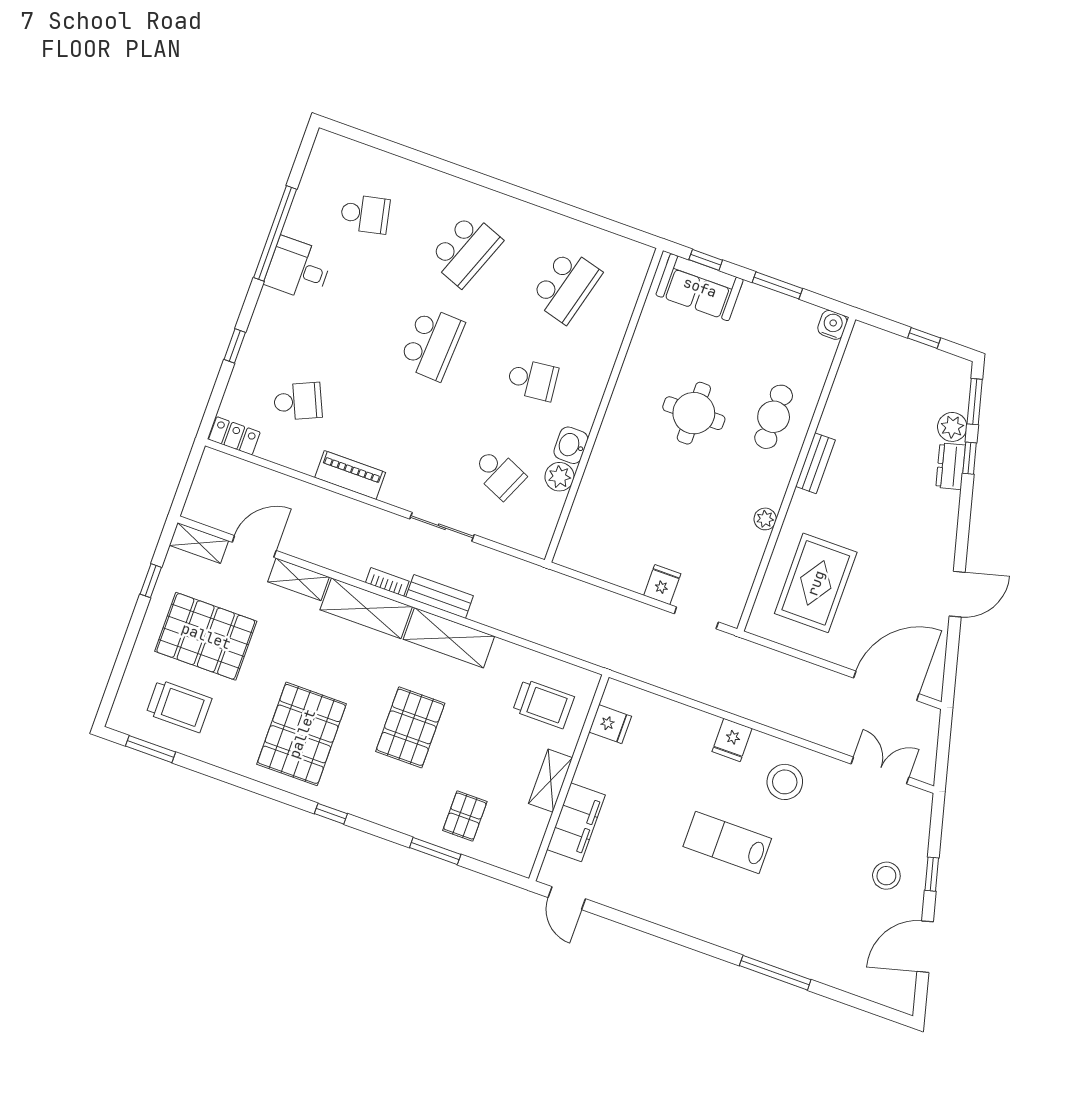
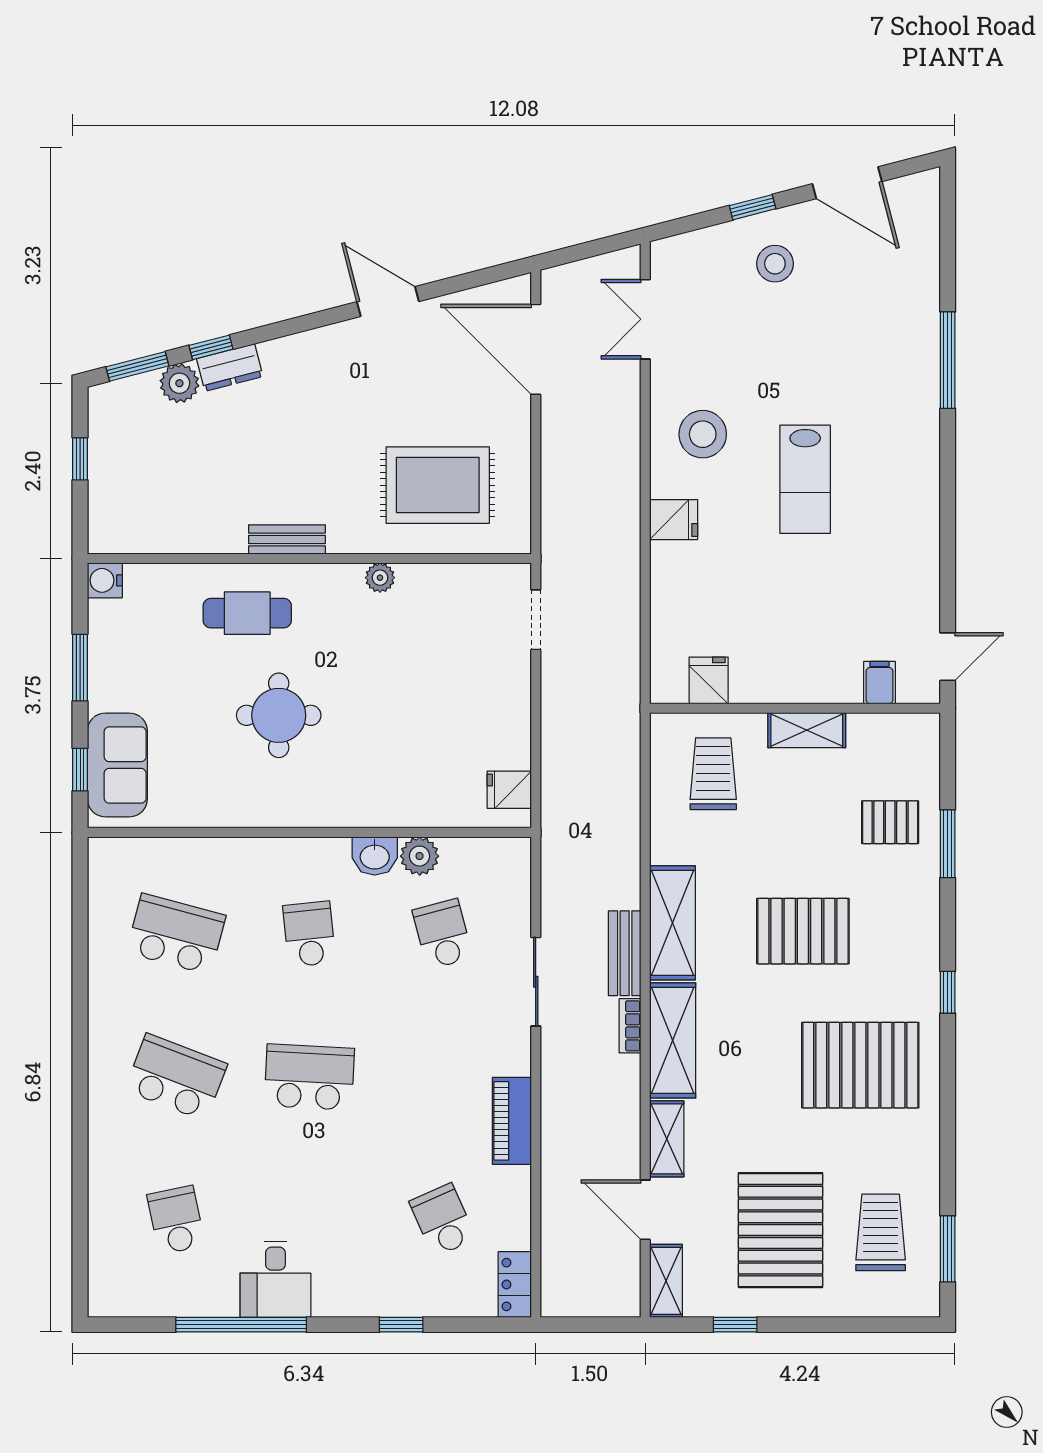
school desk: (499, 473) -> (443, 934), turned -39
fridge: (662, 585) -> (509, 790), moved
filing cabinet: (576, 822) -> (880, 683), width x0.33, depth x0.86

